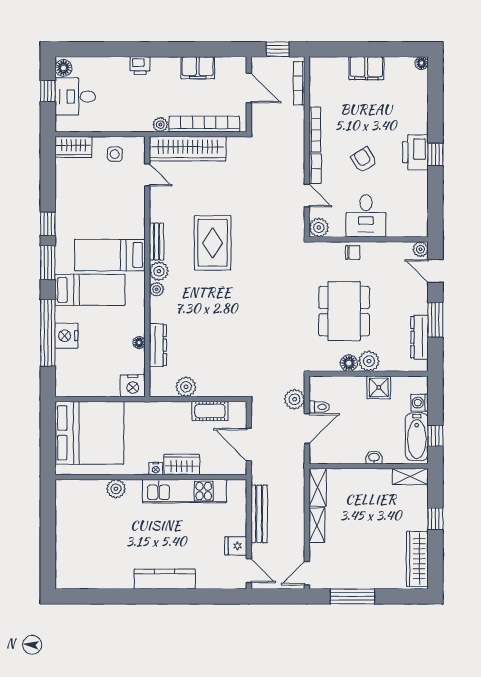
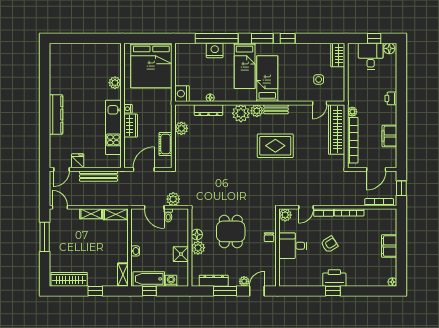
side table: (115, 154) -> (319, 79), moved
plant: (420, 249) -> (244, 281), moved
plant: (157, 289) -> (241, 113), width x1.87, depth x1.87
dining table: (344, 311) -> (231, 231), width x0.73

